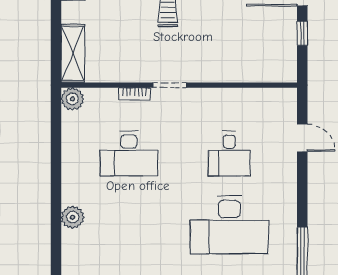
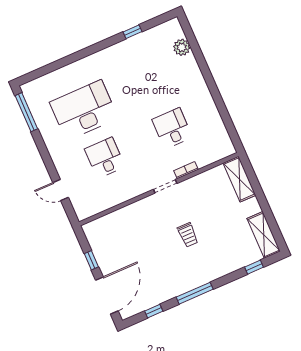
plant: (72, 99) -> (226, 148), removed
desk: (129, 154) -> (172, 128), width x0.73
plant: (73, 217) -> (182, 47), moved

